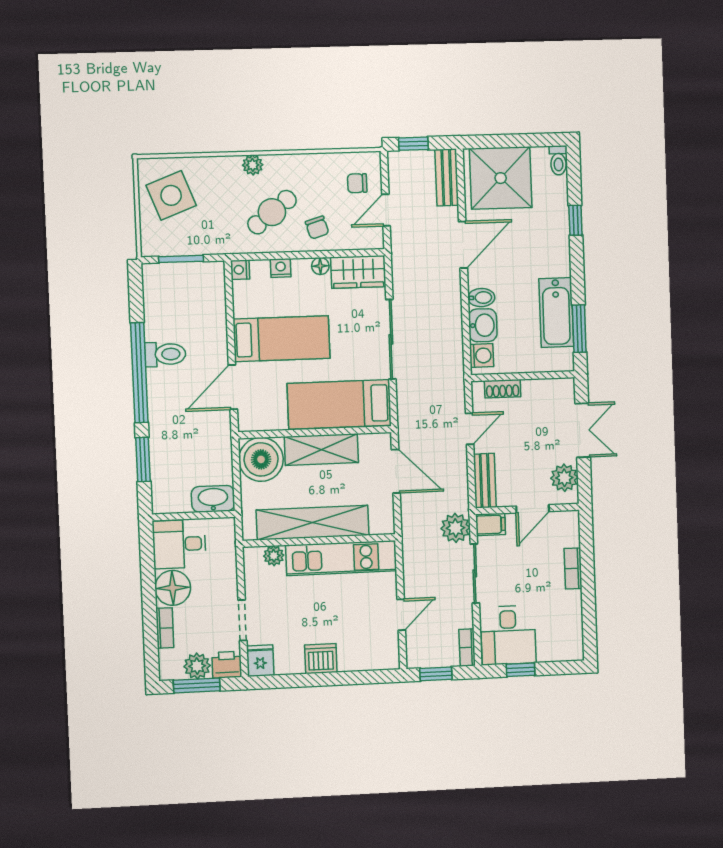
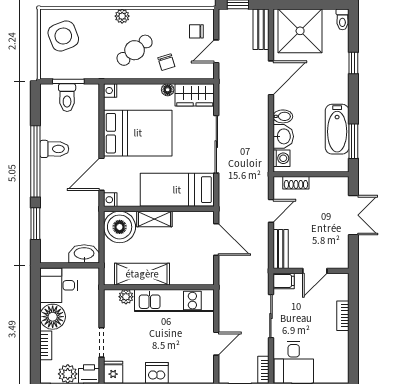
nightstand: (281, 268) -> (110, 200), moved, turned -90
toilet: (180, 282) -> (67, 98), added
bed: (282, 339) -> (138, 133), width x1.50
shelving: (321, 450) -> (154, 219), width x0.67, depth x0.75
plant: (564, 478) -> (339, 249), removed
shelving: (313, 523) -> (142, 274), width x0.68
plant: (455, 528) -> (258, 282), removed

